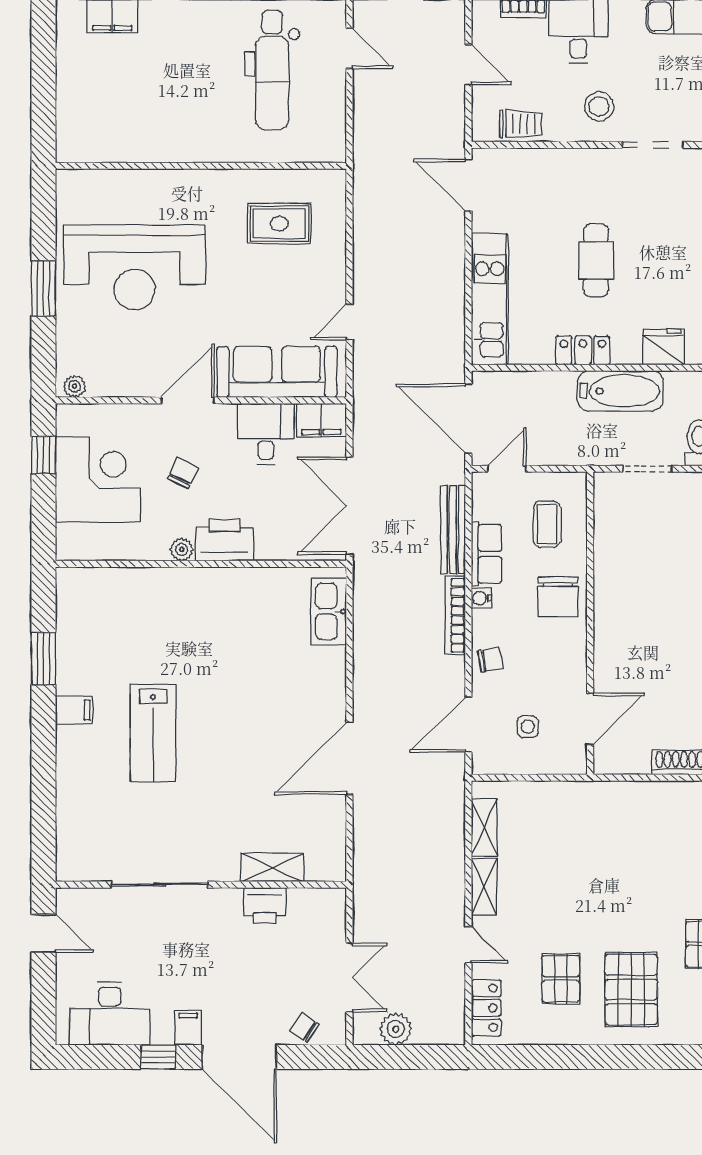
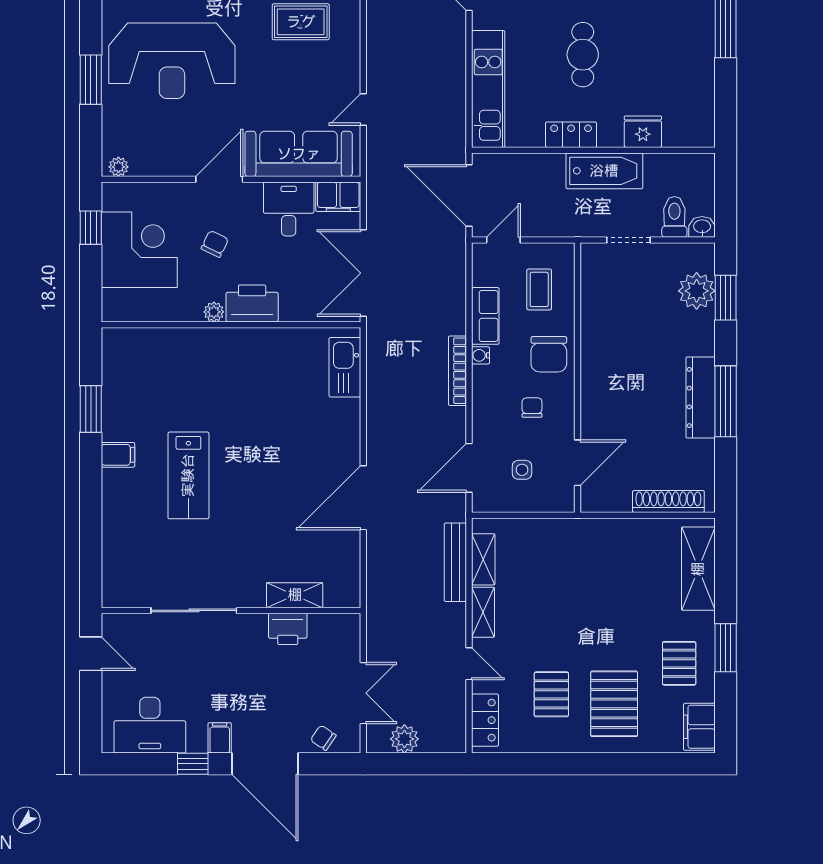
bench: (453, 530) -> (455, 562), moved
chair: (490, 660) -> (532, 407), moved, turned -81

